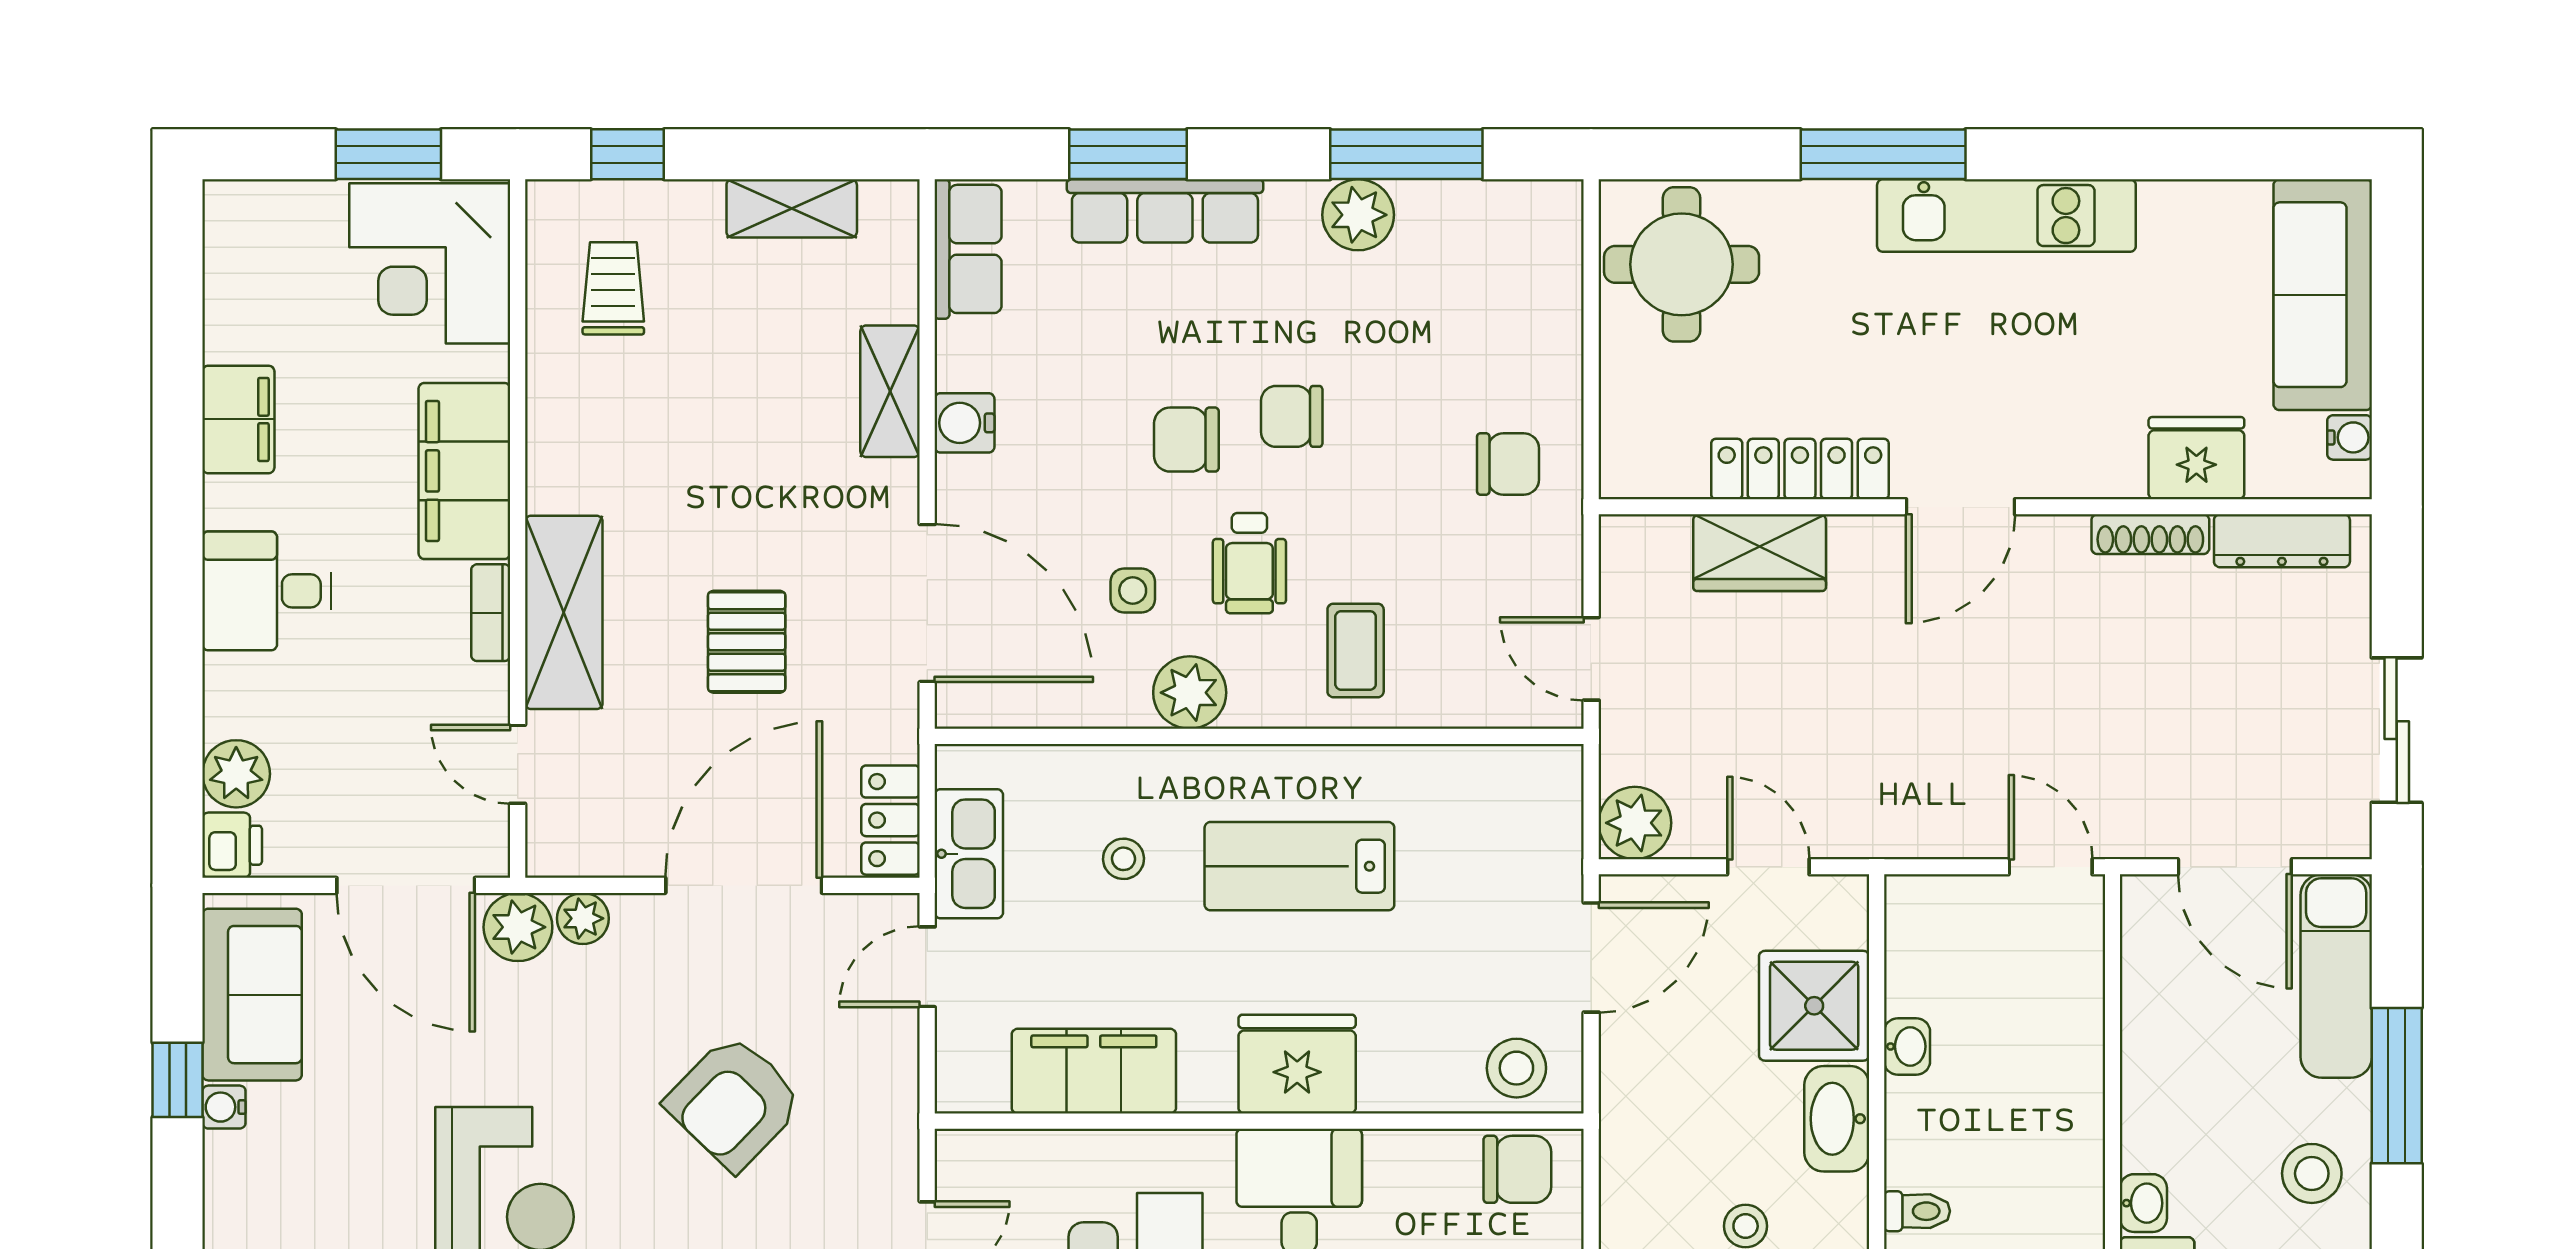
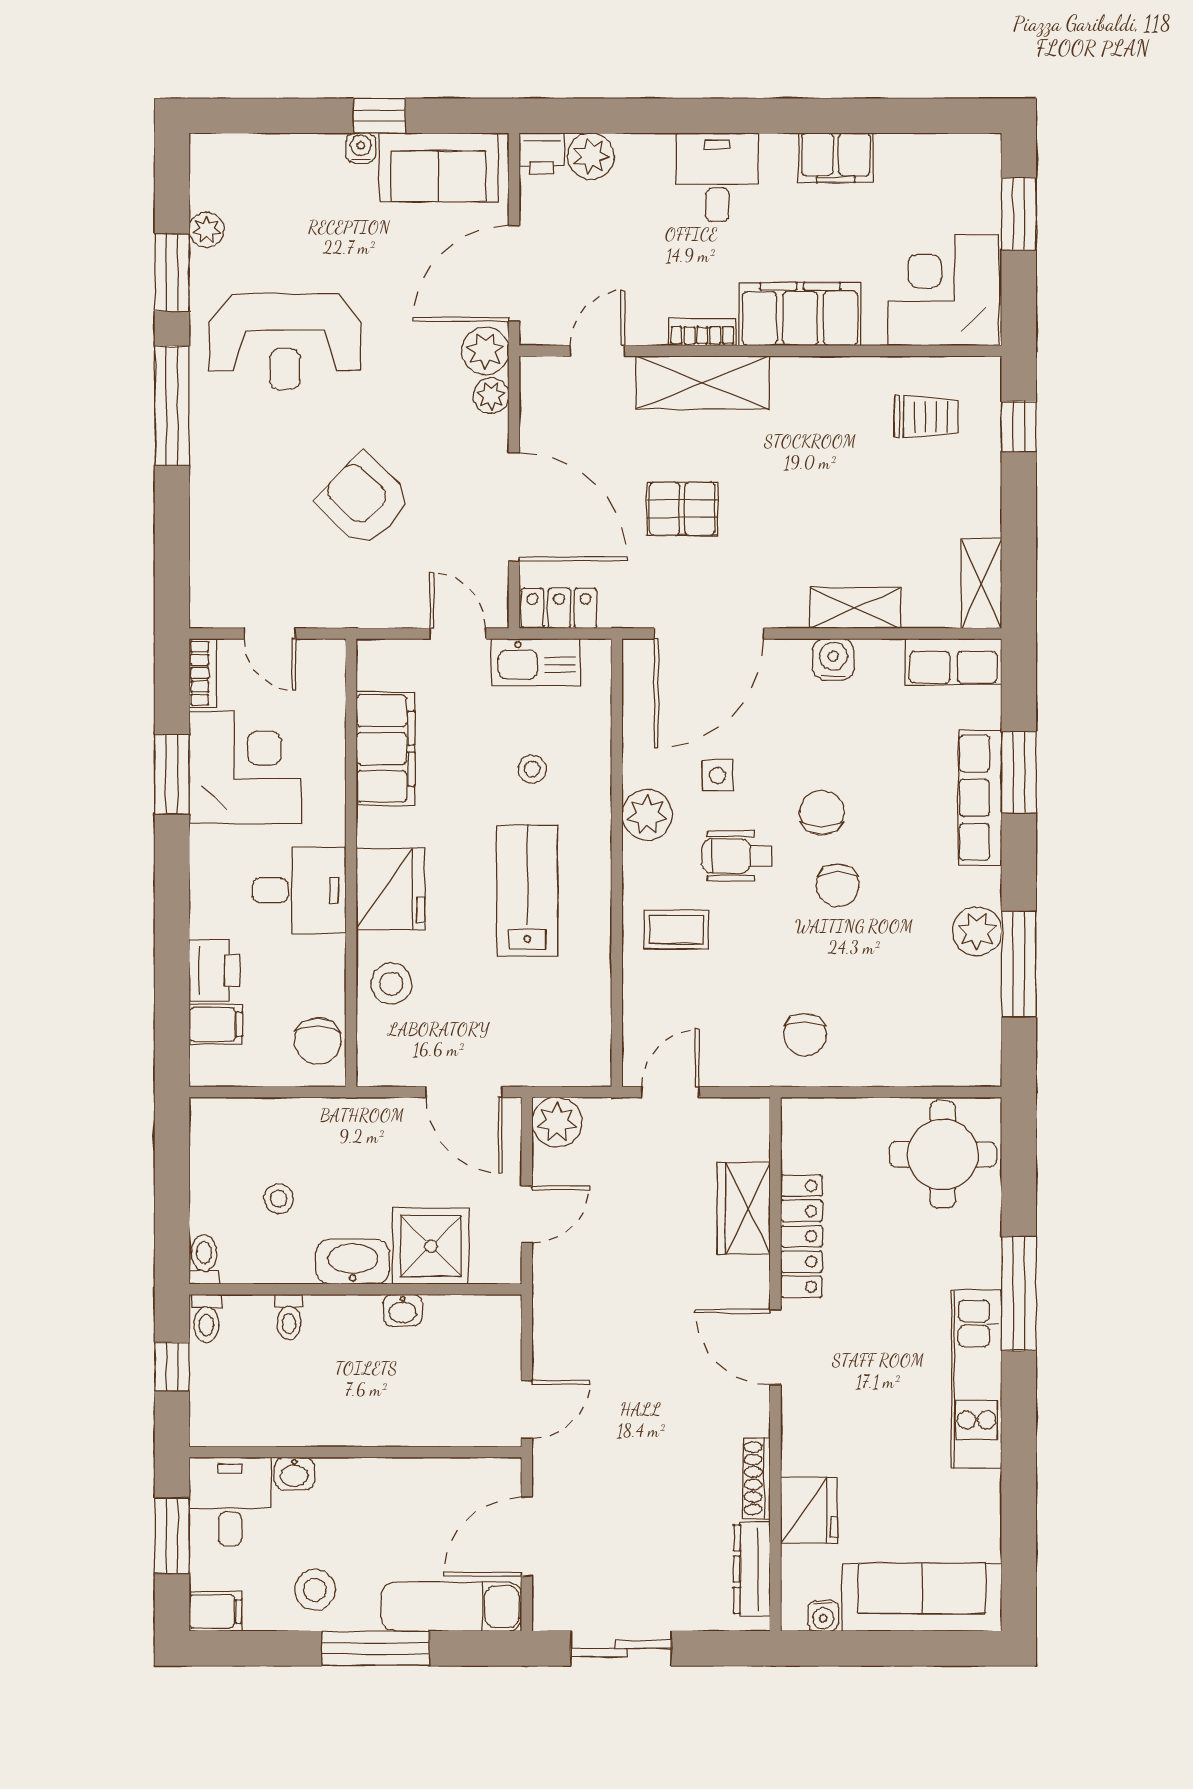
window: (388, 154) -> (1019, 214), moved
shelving: (792, 208) -> (981, 583), moved
chair: (1292, 416) -> (838, 885), turned 180
stool: (1516, 1068) -> (391, 984), moved

